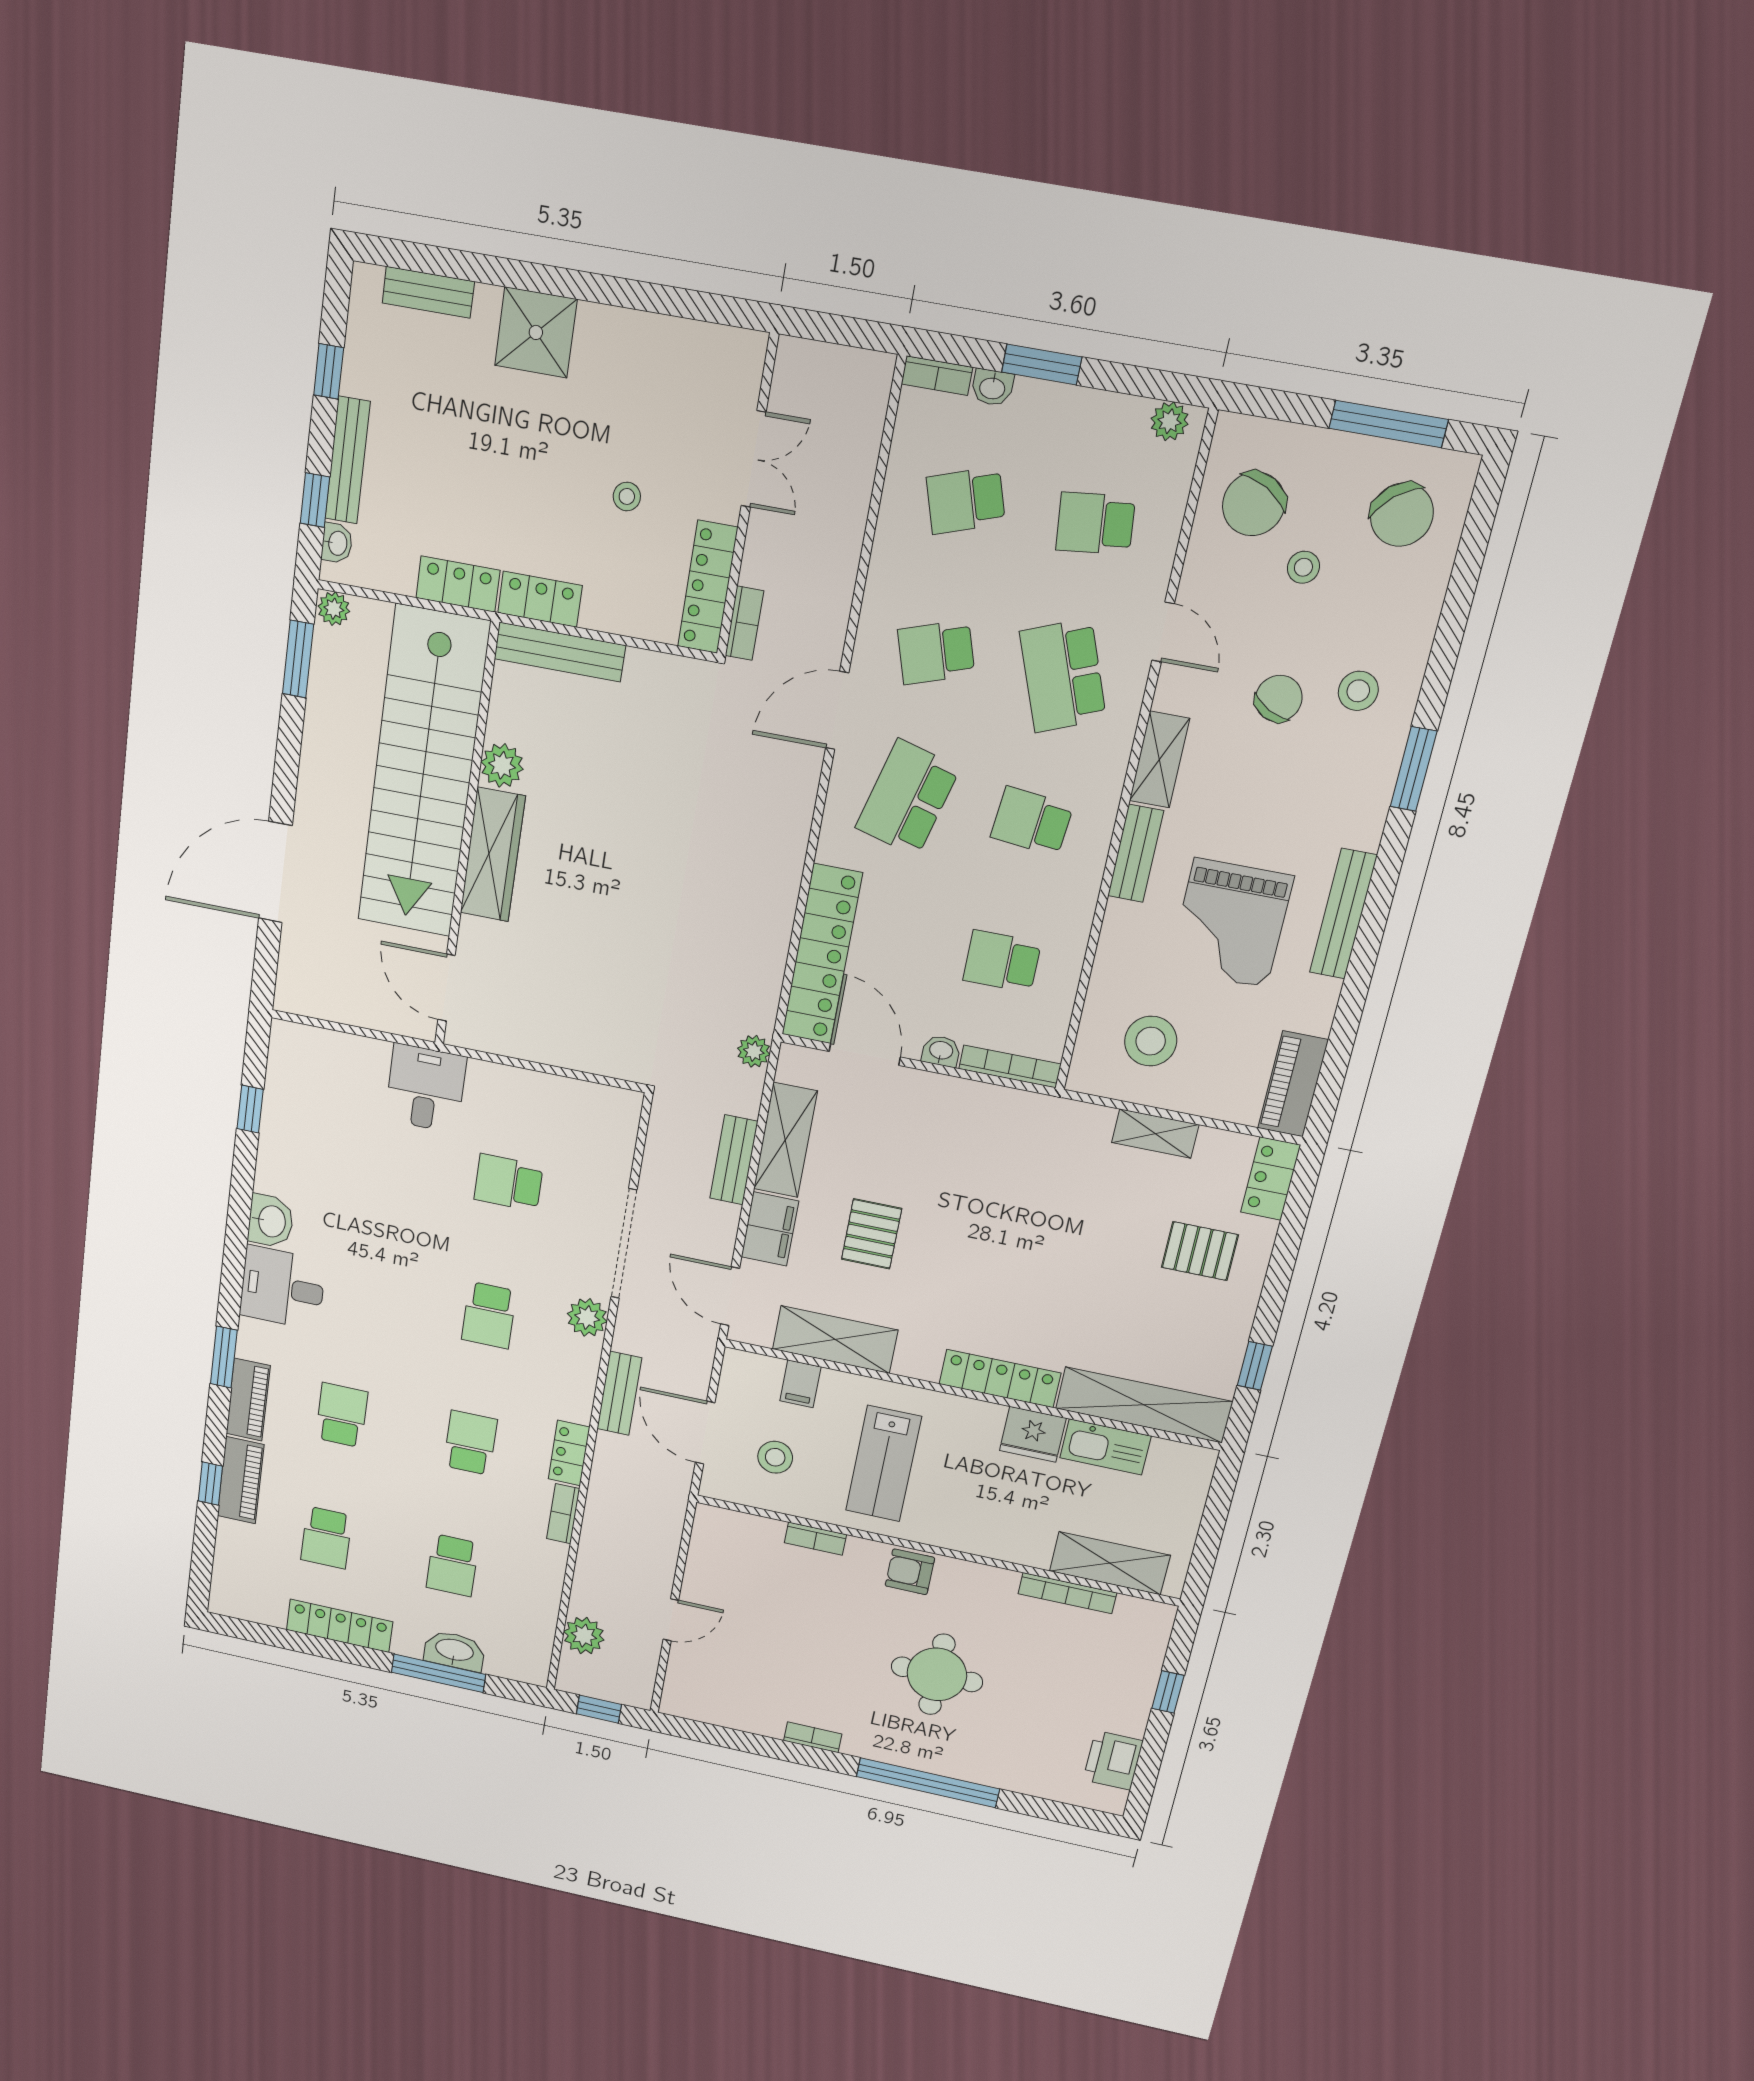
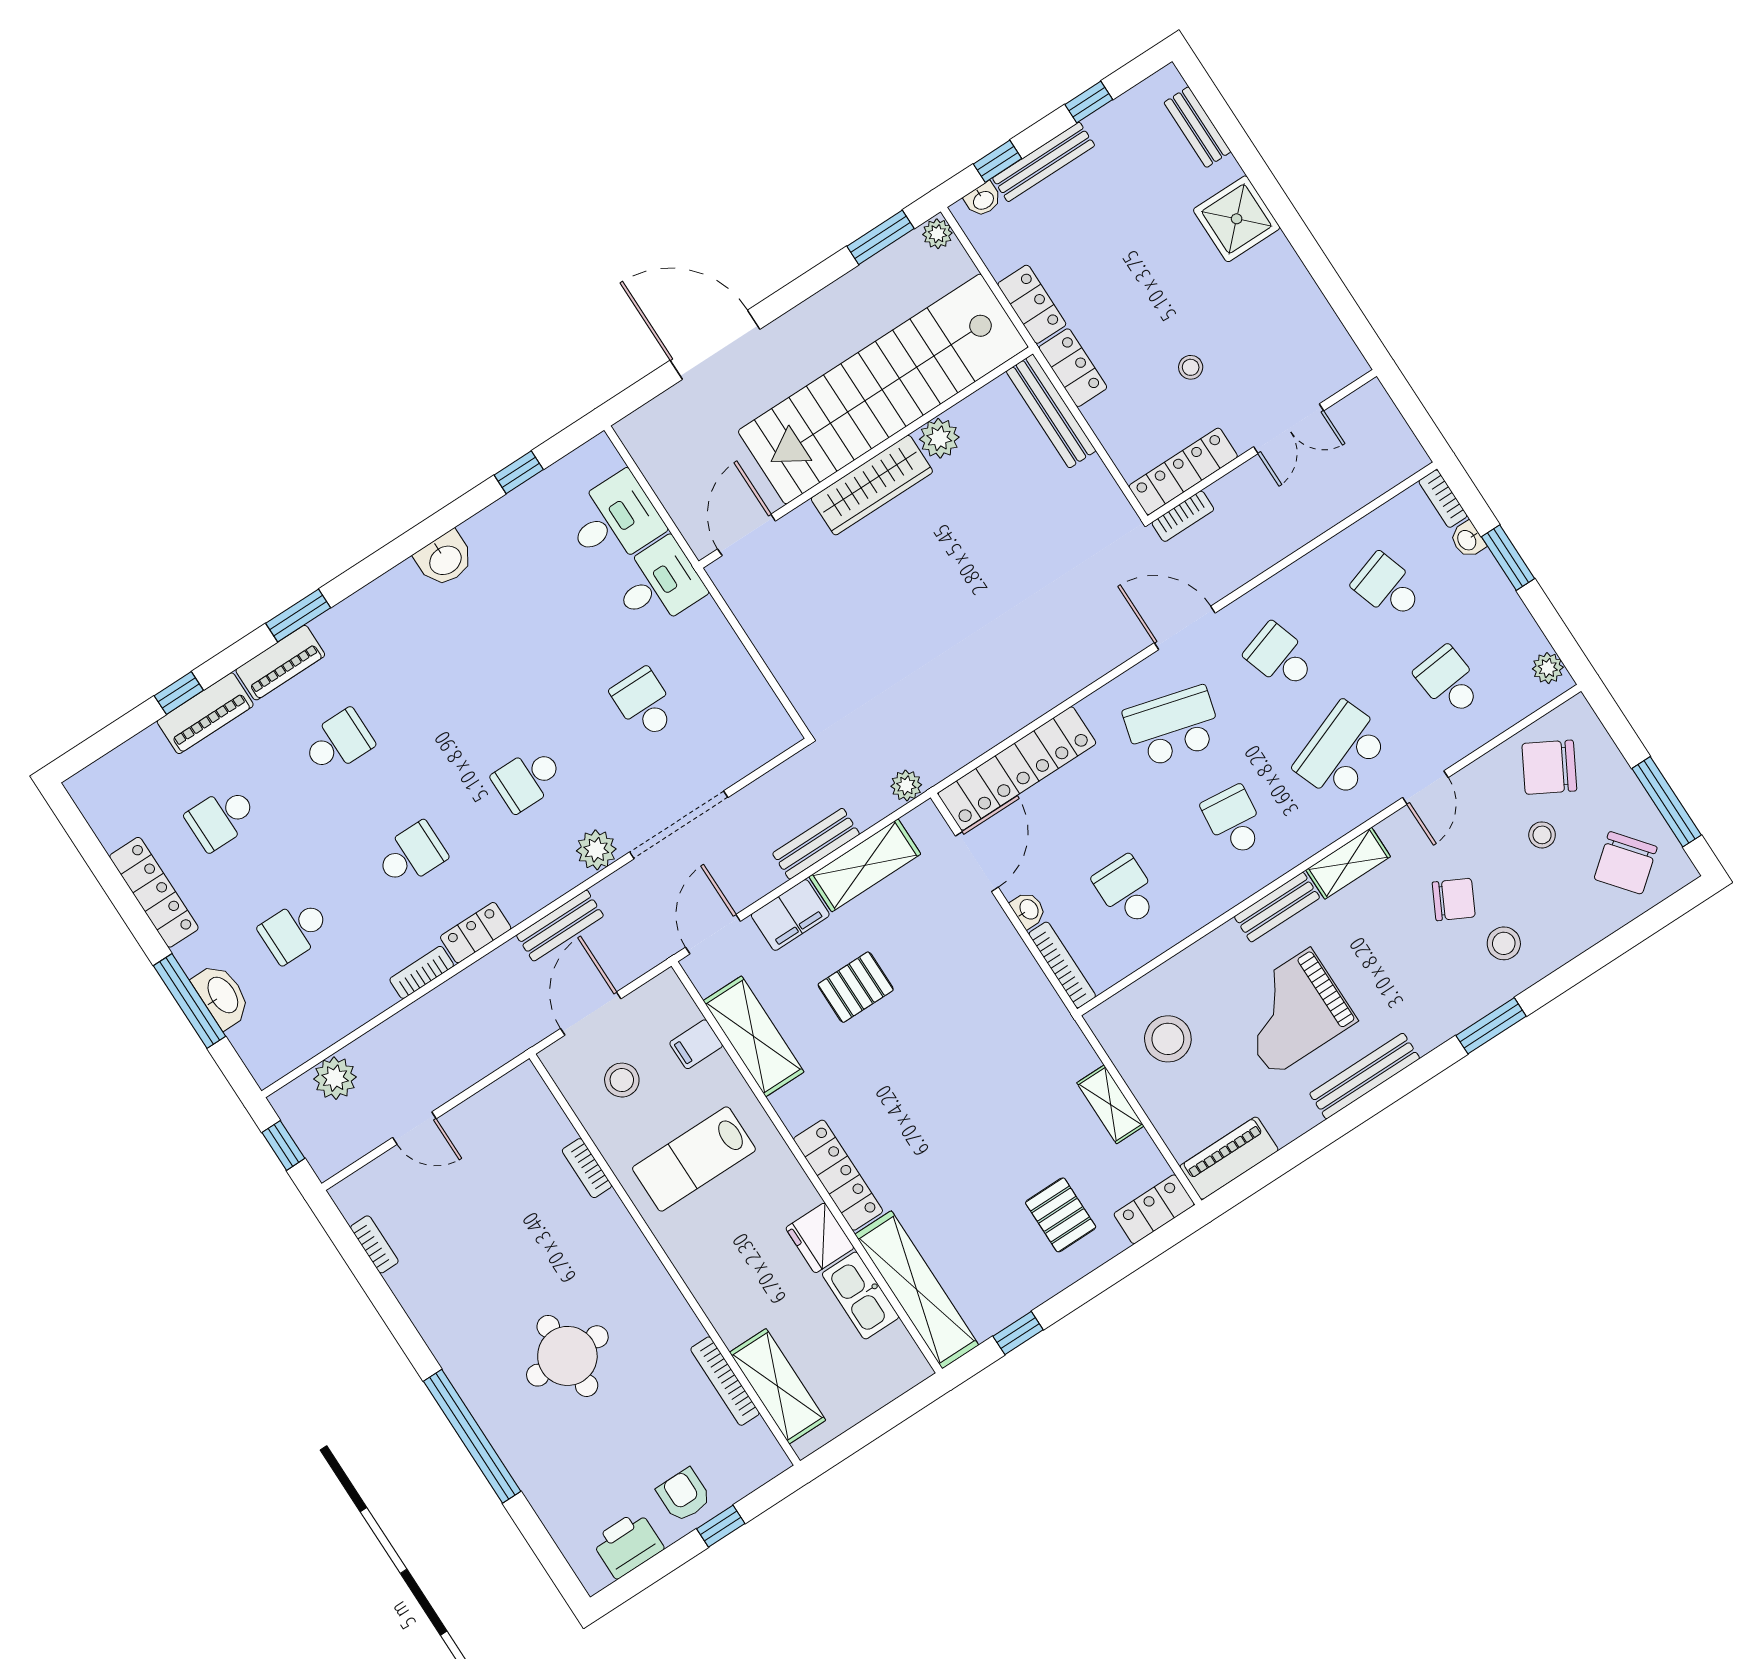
desk: (283, 1288) -> (614, 520), moved, turned 90
armchair: (910, 1572) -> (684, 1495), moved
bookcase: (813, 1737) -> (374, 1244), moved

